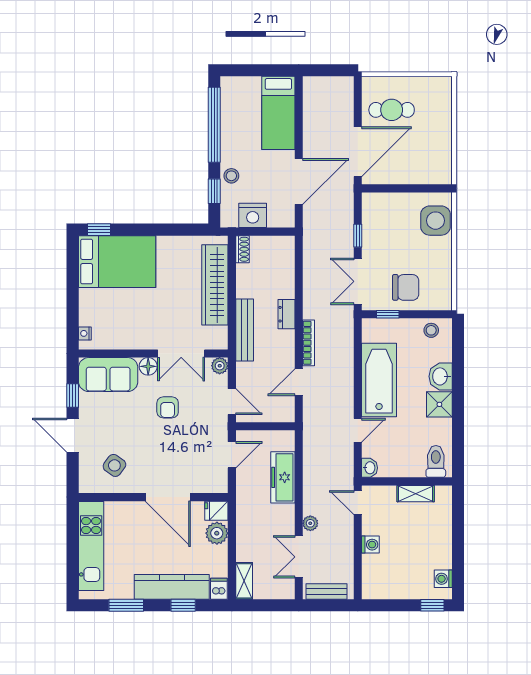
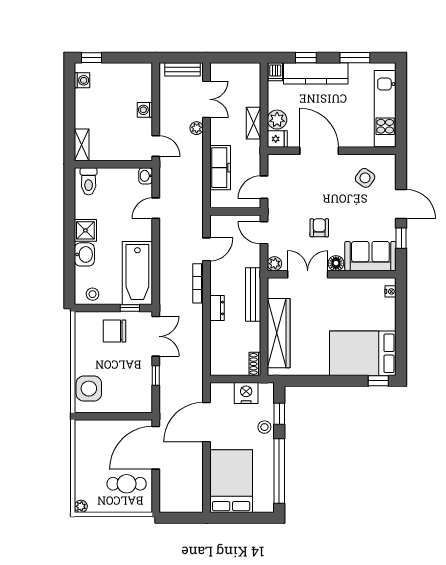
plant: (445, 84) -> (81, 506), added
bed: (278, 113) -> (231, 481), width x1.50
bathtub: (379, 380) -> (137, 273), moved
shelving: (416, 494) -> (82, 145), moved, turned 90
shelving: (244, 581) -> (253, 123), moved

